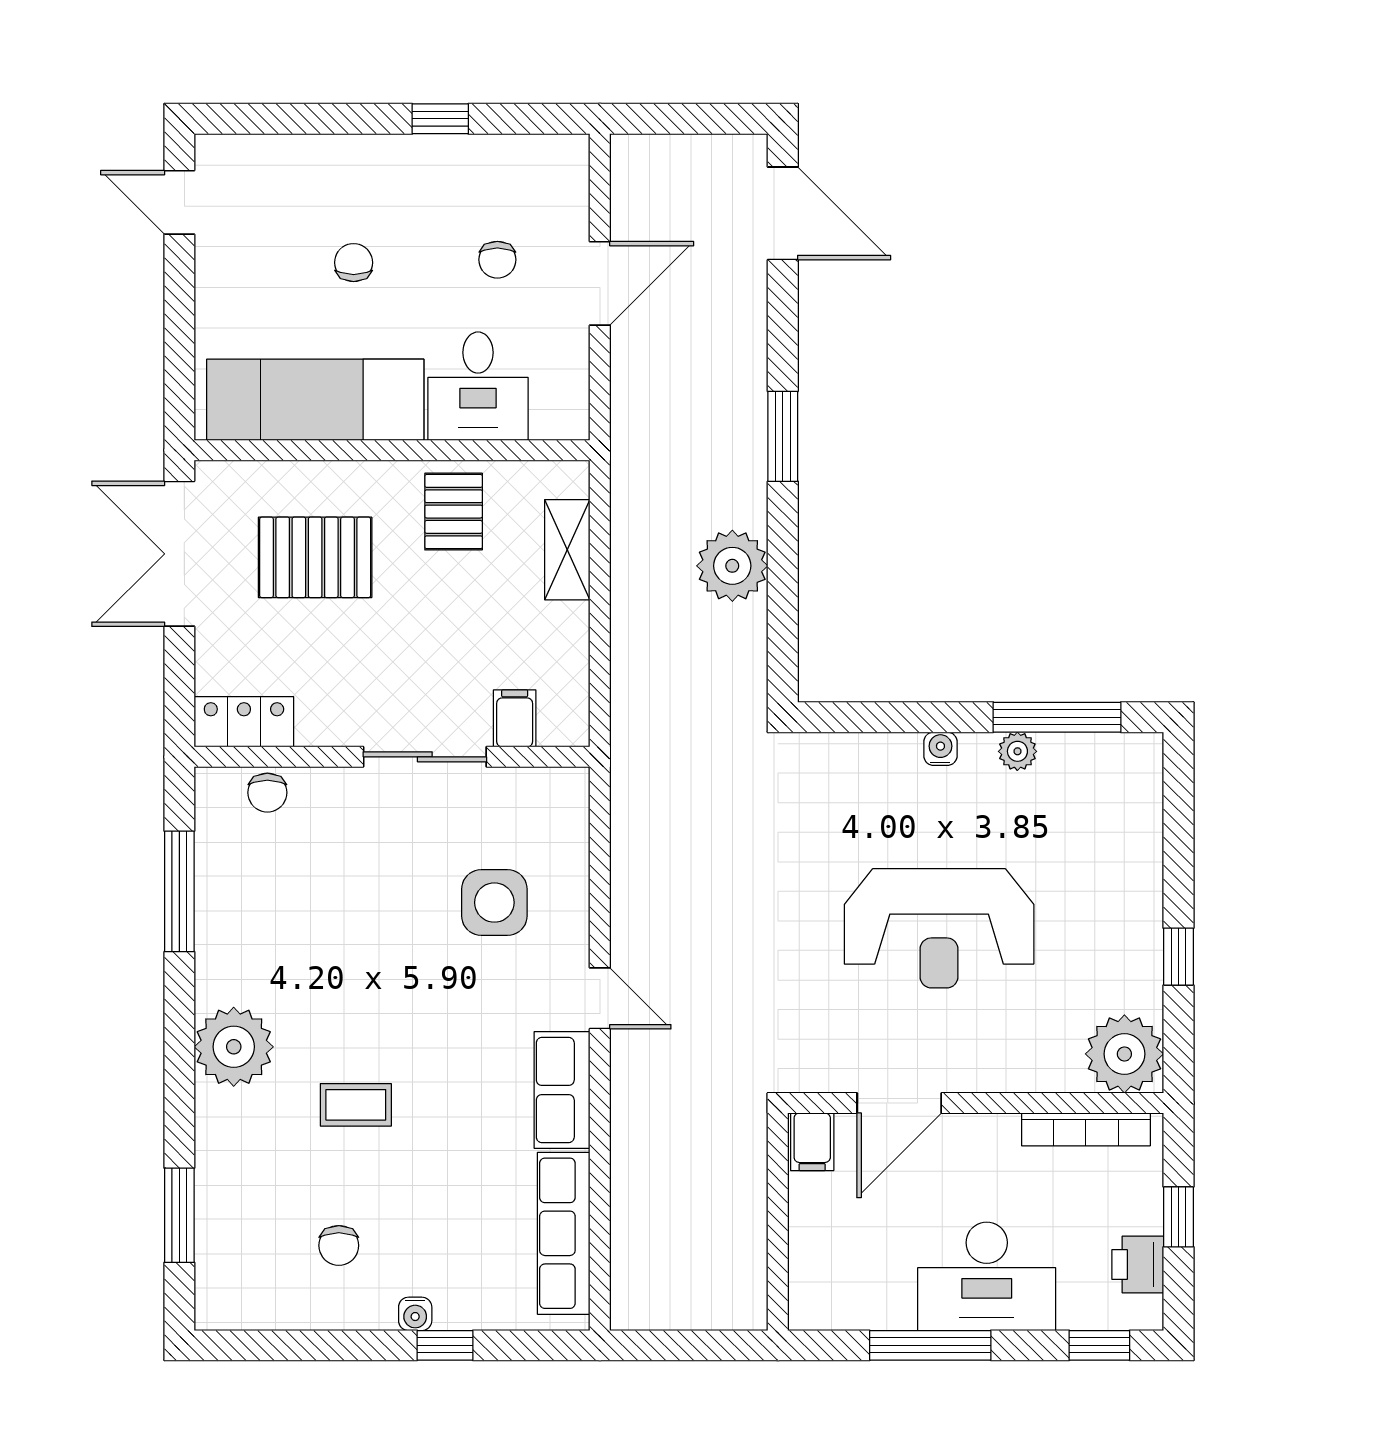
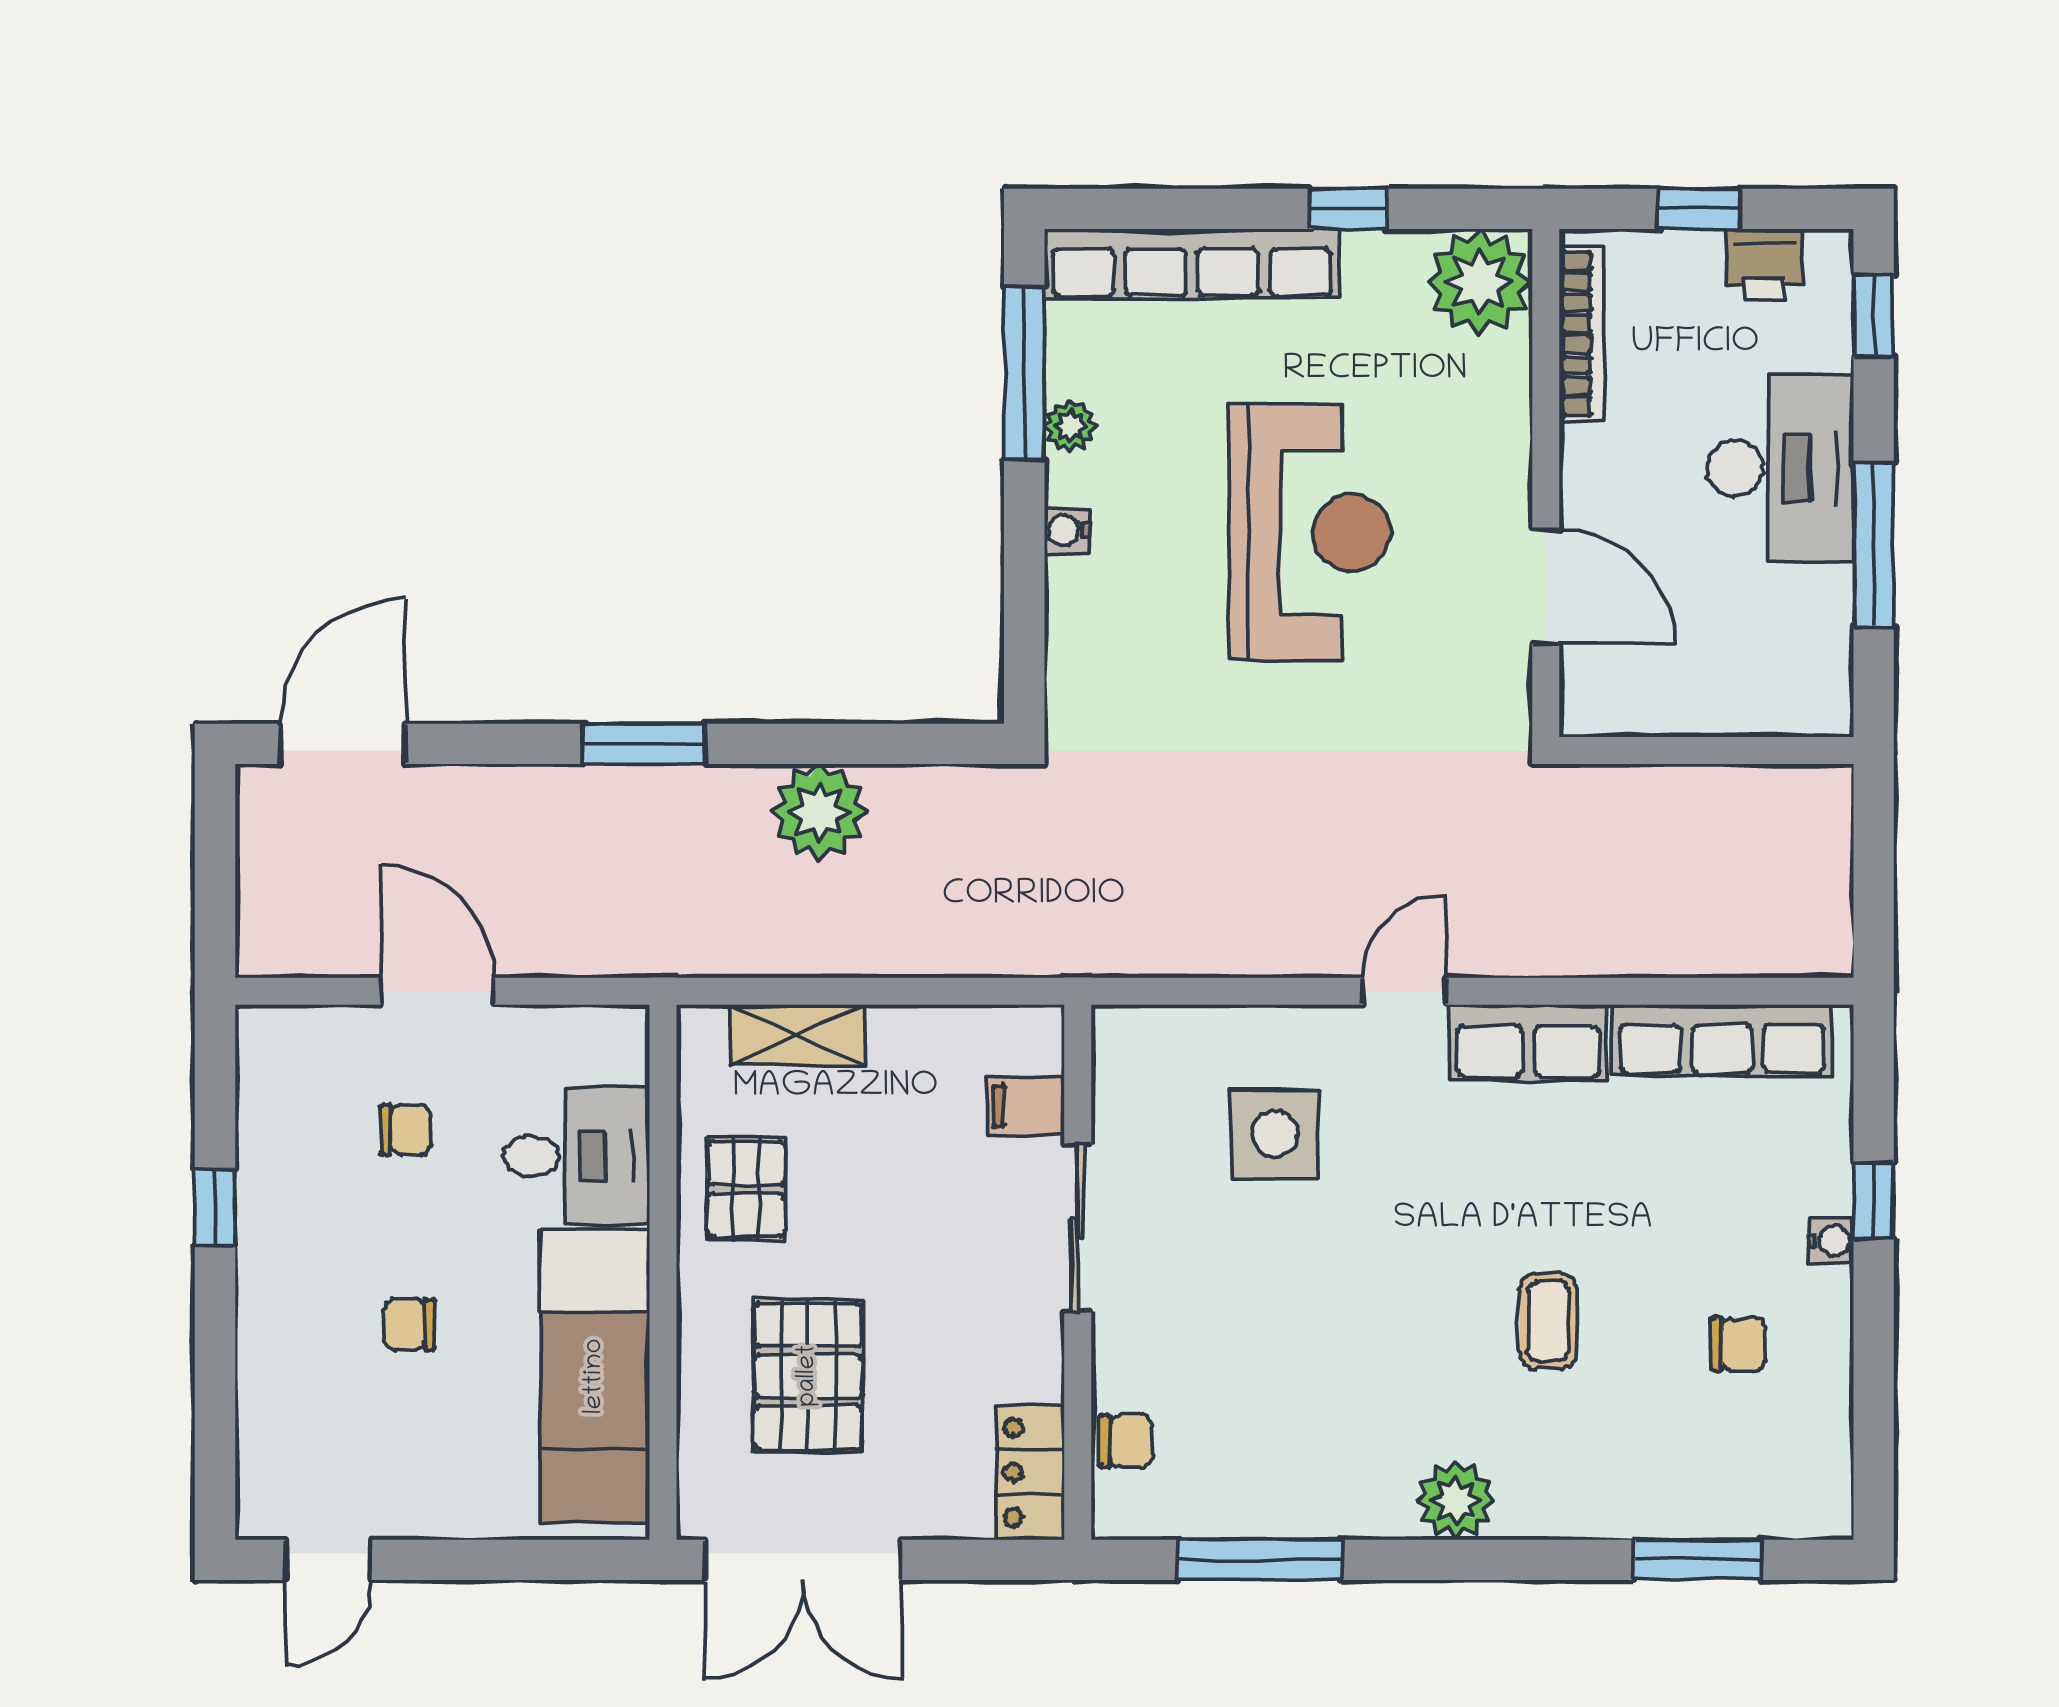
pallet: (454, 512) -> (746, 1189), turned 90
row of seats: (1138, 841) -> (1192, 264), added
plant: (234, 1047) -> (1456, 1501), width x0.73, depth x0.73
filing cabinet: (812, 1142) -> (1598, 704), removed

